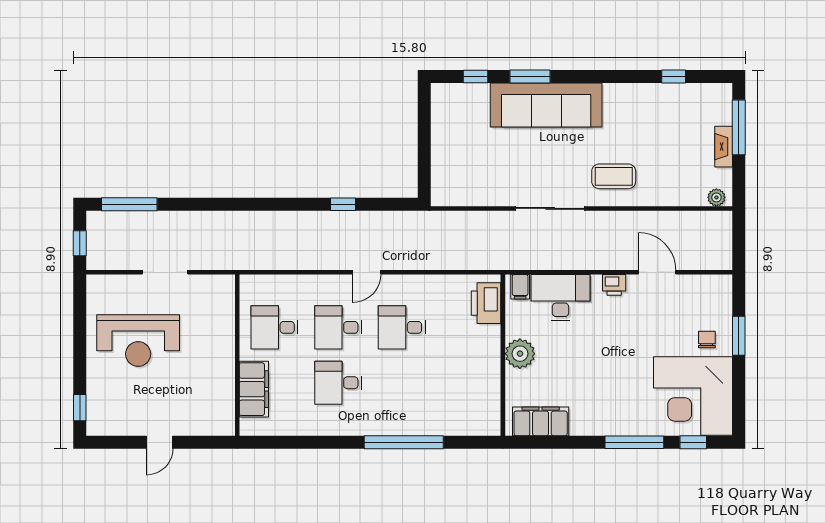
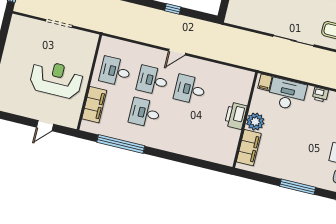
printer: (486, 303) -> (236, 116), moved
reception desk: (138, 340) -> (56, 79), moved, turned 180
filing cabinet: (541, 421) -> (249, 148), moved, turned 90
door: (160, 442) -> (45, 126), moved
window: (404, 442) -> (121, 144), moved
window: (634, 442) -> (298, 187), moved

